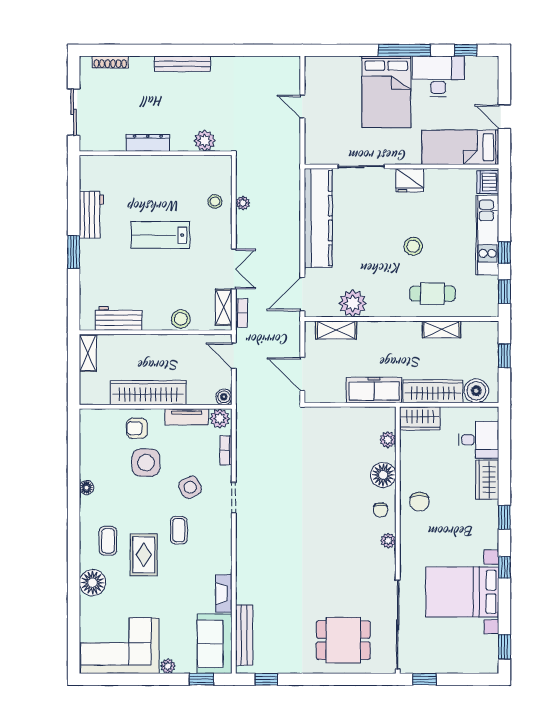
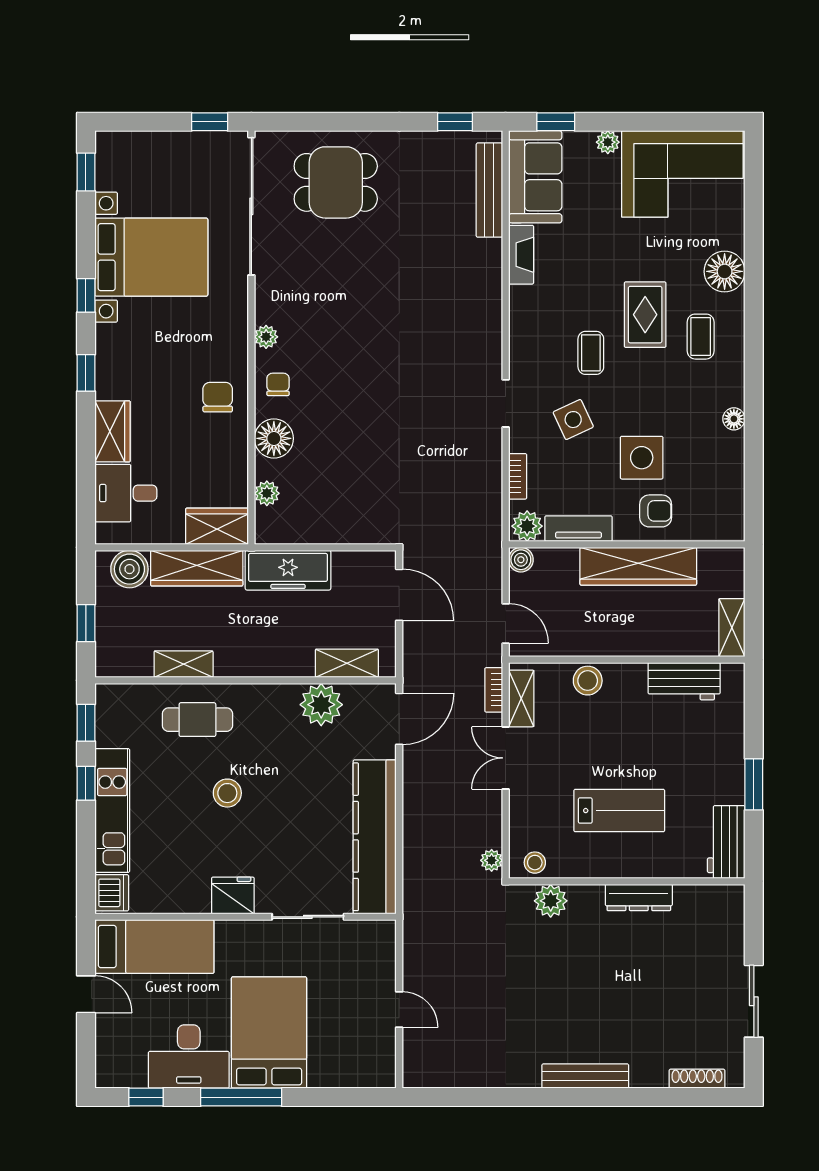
plant: (205, 141) -> (551, 901), moved
dresser: (148, 143) -> (639, 897), moved
wall: (156, 153) -> (627, 881), moved

